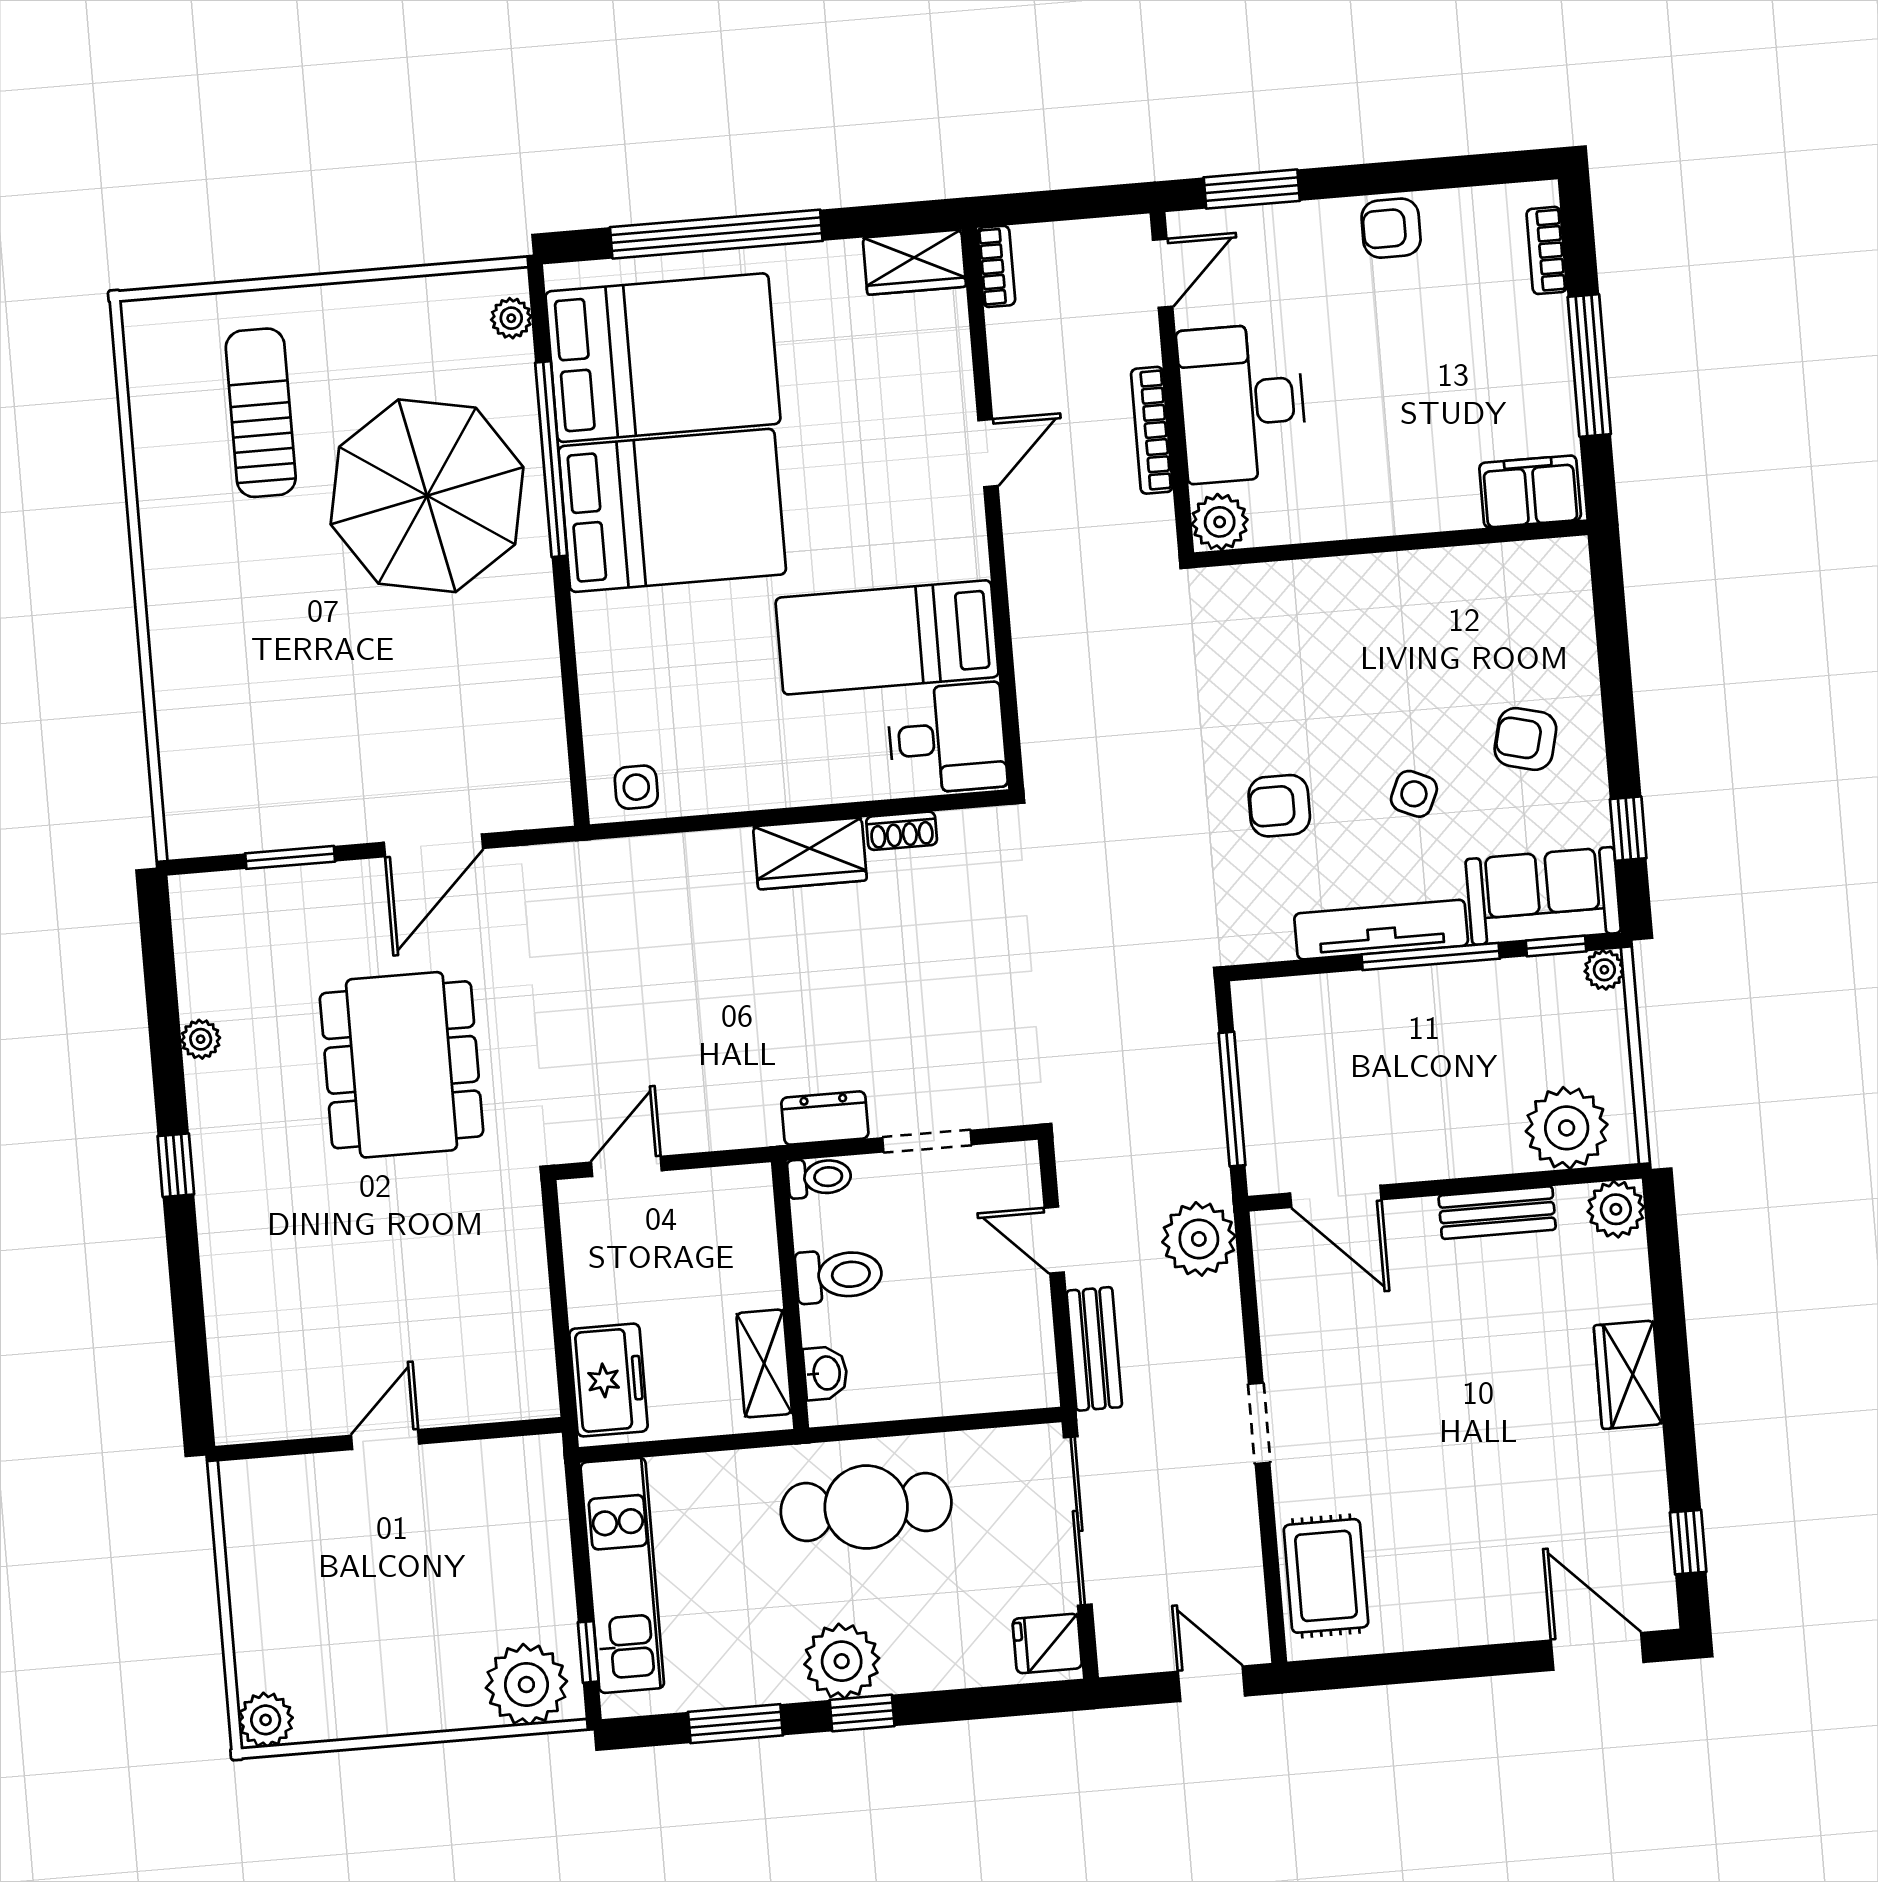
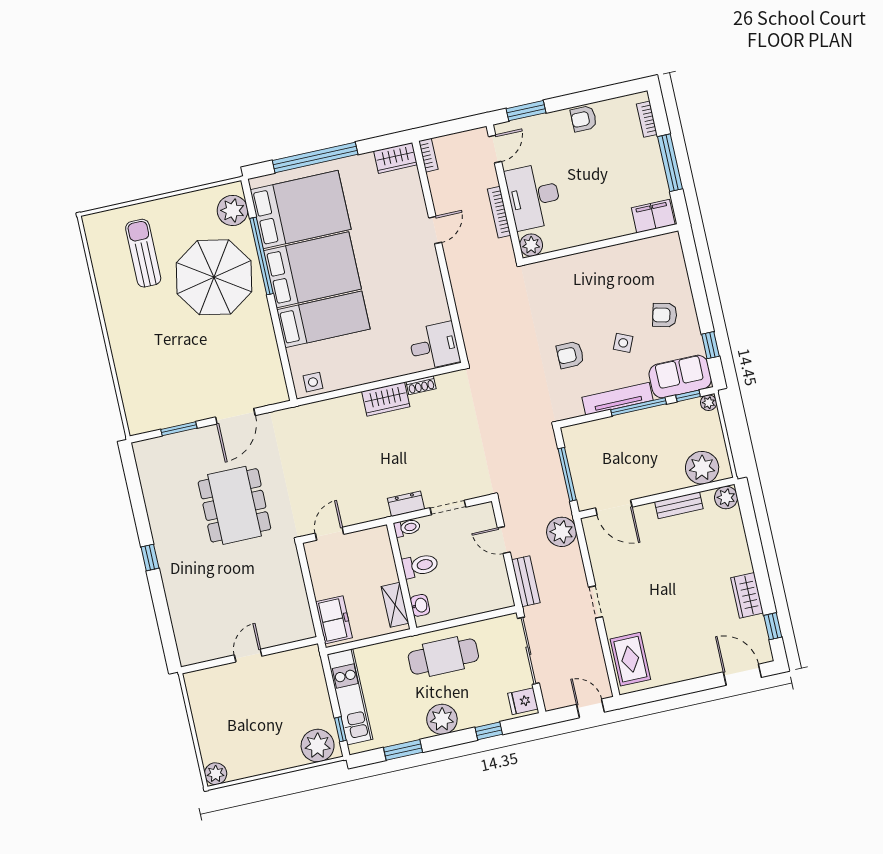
plant: (511, 318) -> (233, 210), width x1.88, depth x1.88
bed: (887, 637) -> (323, 319), moved, turned 180
plant: (201, 1039) -> (153, 506), removed
wardrobe: (1628, 1375) -> (747, 595), moved
window: (862, 1713) -> (489, 731), moved

